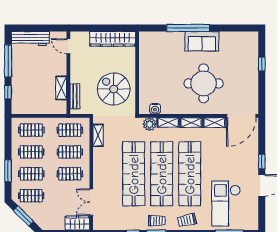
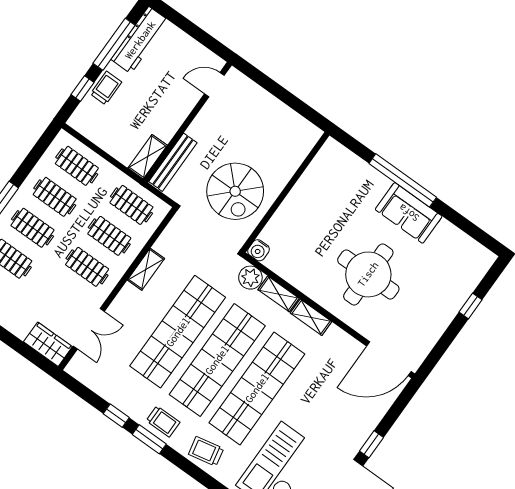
workbench: (30, 39) -> (140, 40), moved, turned -90
wardrobe: (113, 39) -> (285, 119), removed
door: (68, 46) -> (214, 85), hinge flipped
trolley: (19, 84) -> (106, 88), added
shelving: (61, 88) -> (148, 157), moved
spiral stairs: (114, 89) -> (235, 191), turned 180
bench: (75, 96) -> (173, 162), width x1.36
water cooler: (155, 109) -> (259, 250), moved
shelving: (214, 123) -> (344, 341), removed
shelving: (98, 135) -> (146, 269), moved
double door: (91, 202) -> (89, 329), swing flipped

